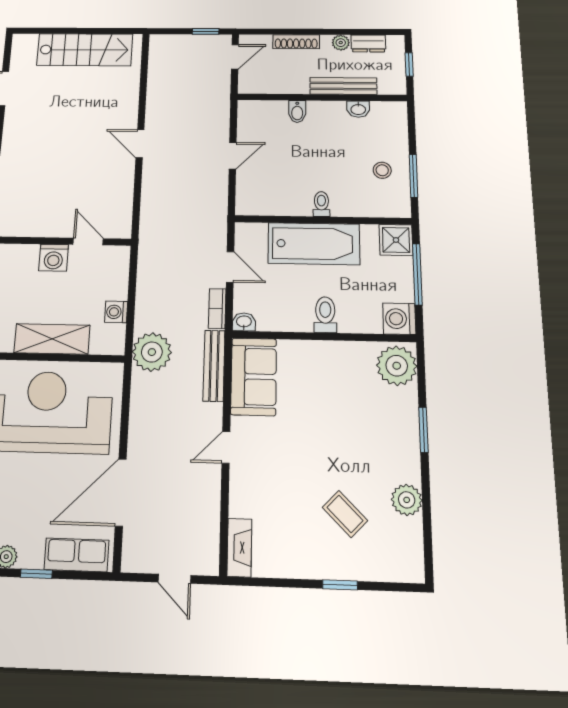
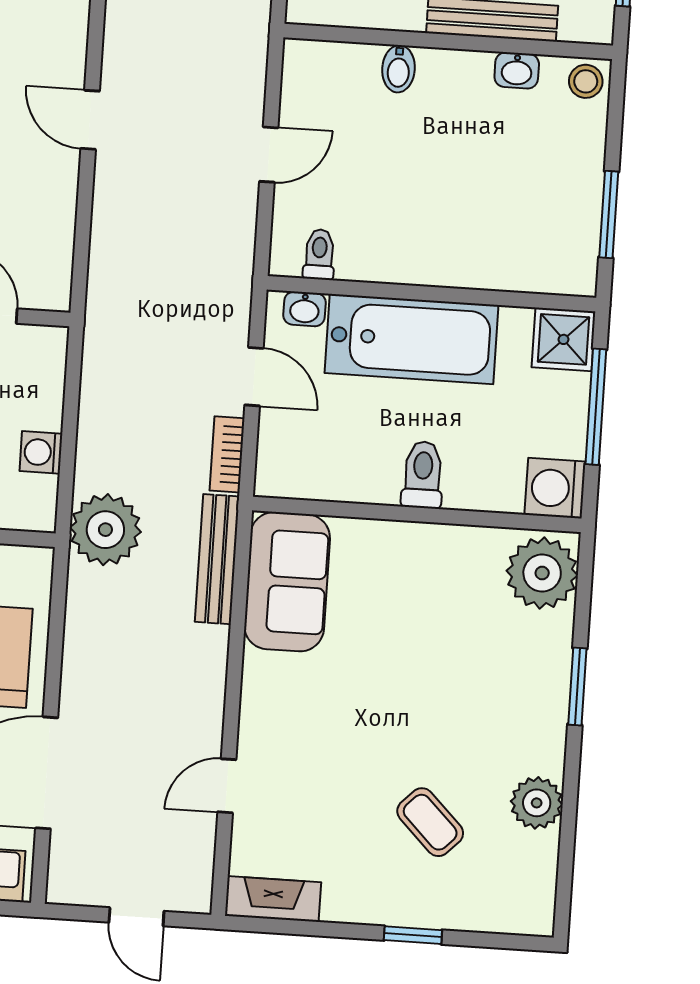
stool: (382, 170) -> (586, 81), moved
toilet: (321, 204) -> (319, 254), moved
washbasin: (244, 322) -> (305, 309), moved, turned 180
door: (226, 447) -> (227, 786), moved
fireplace: (239, 548) -> (273, 899), moved, turned -90

